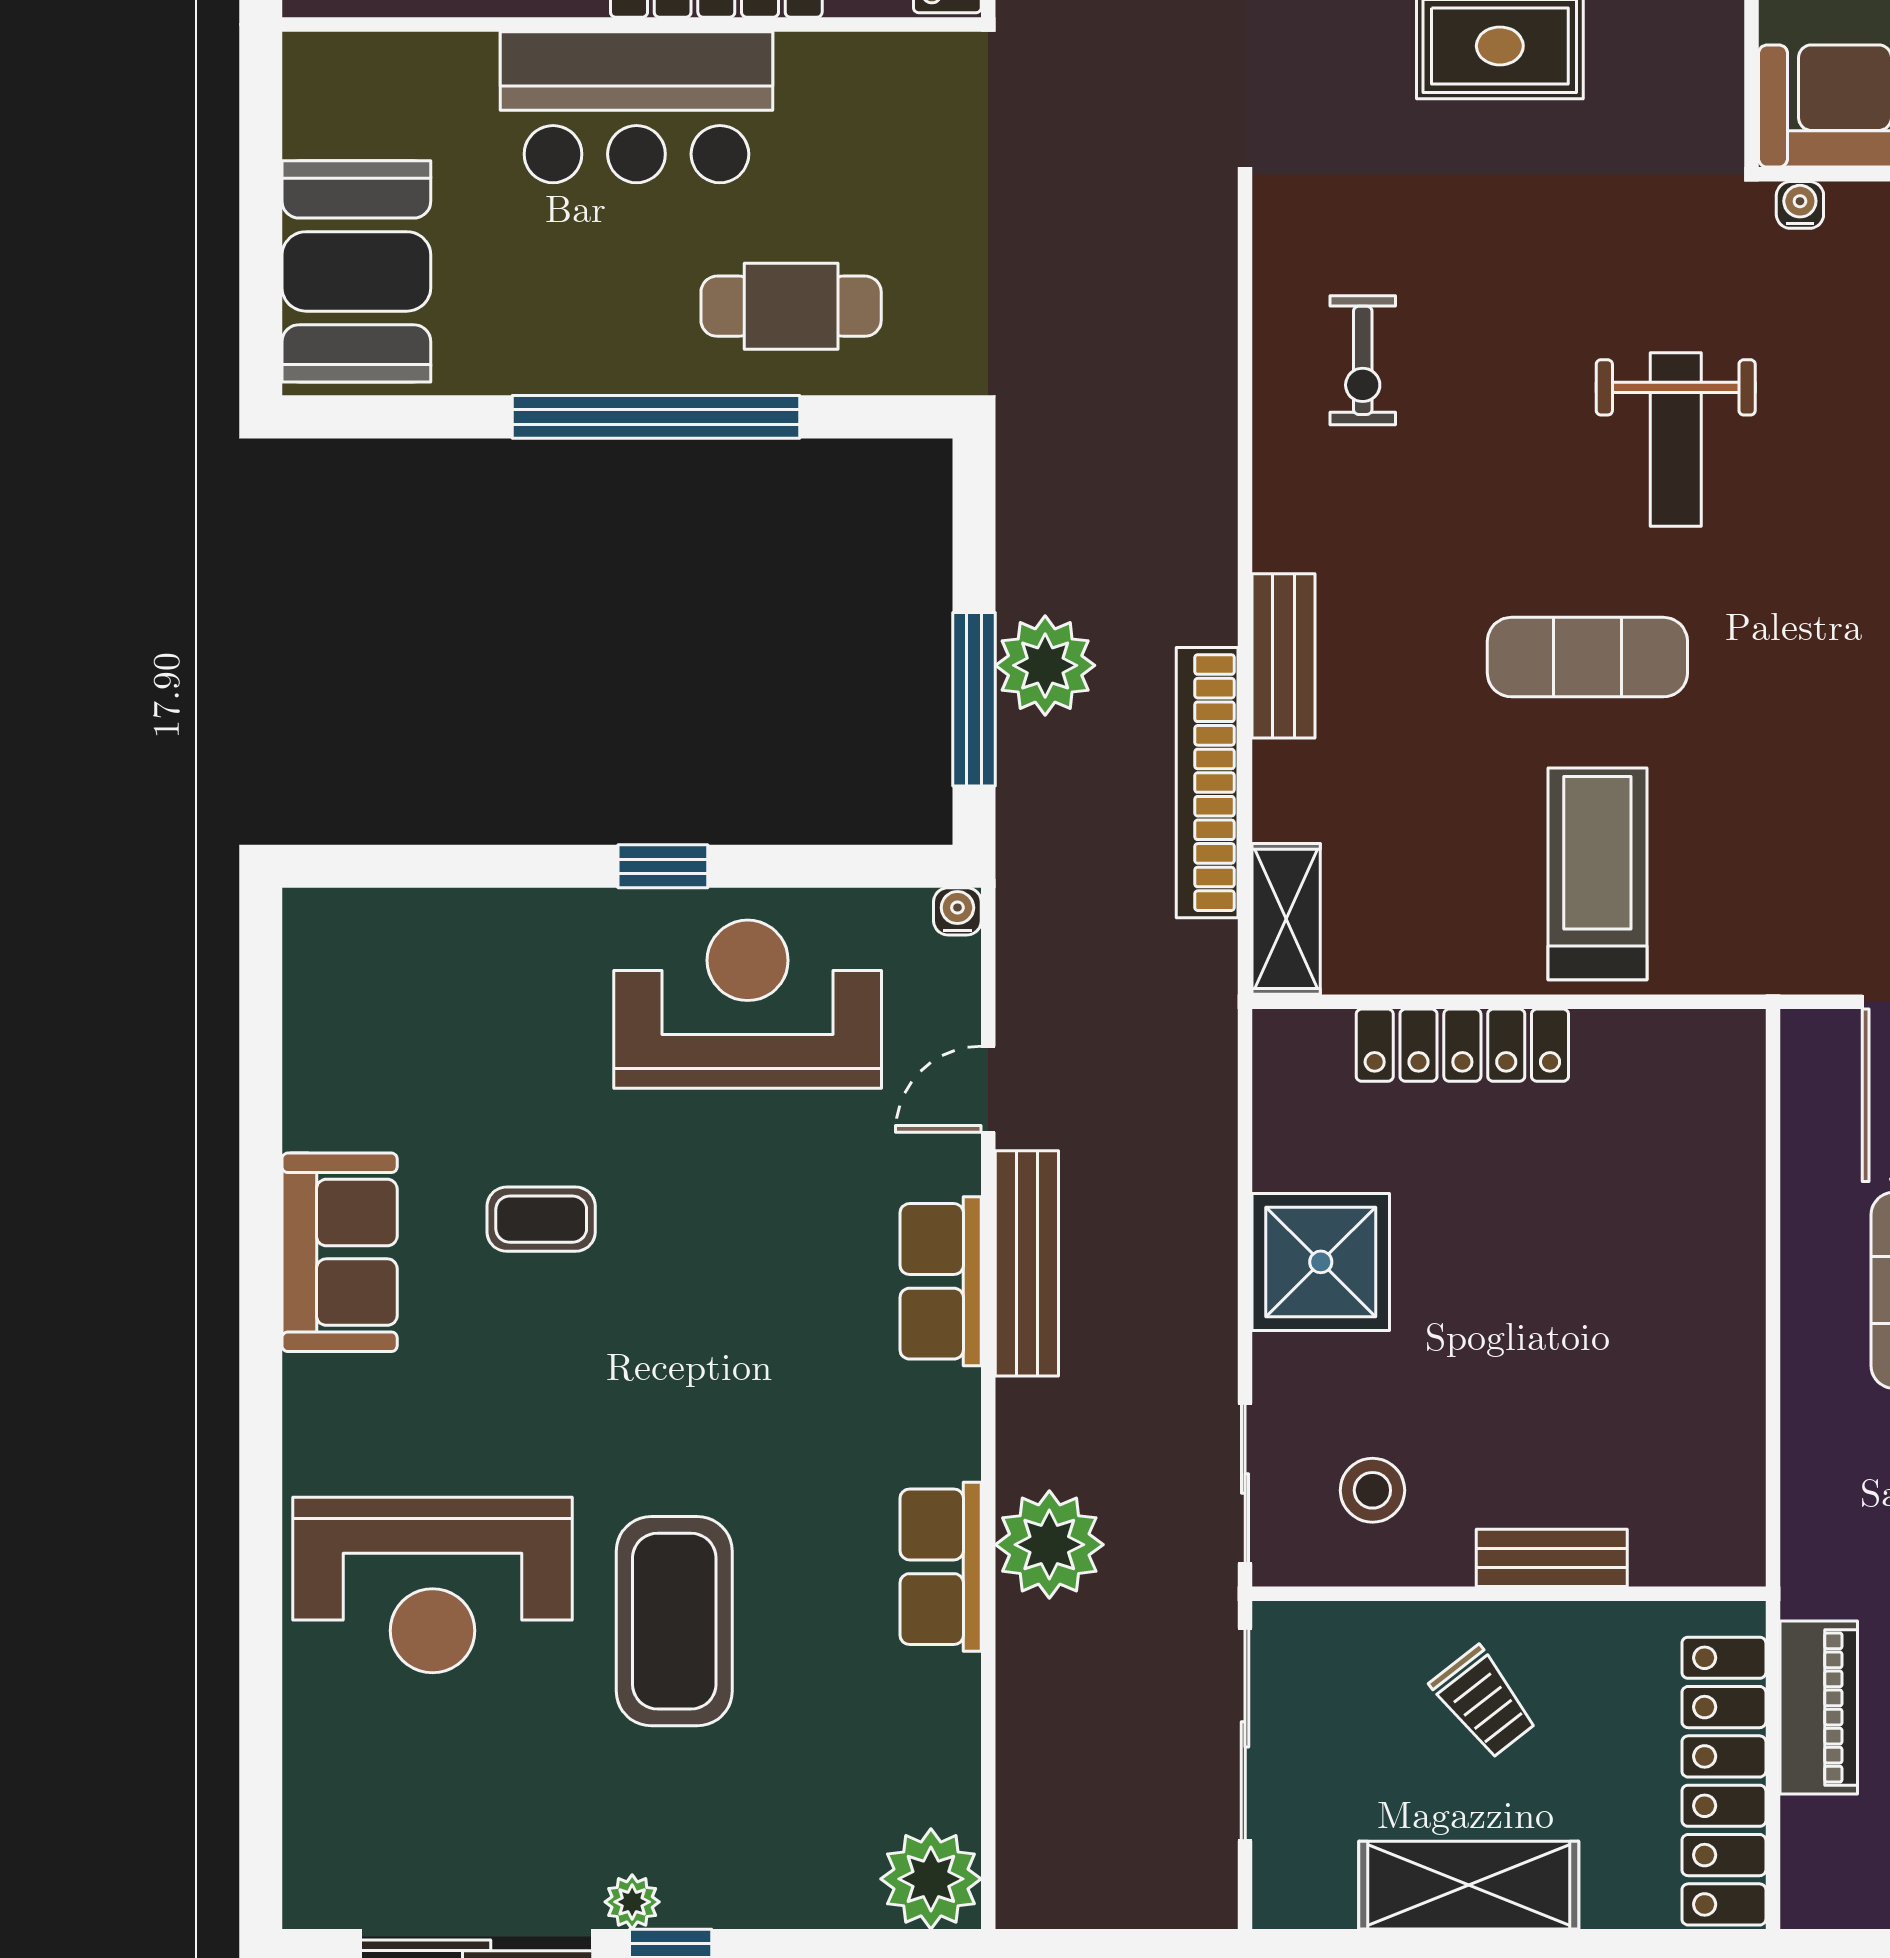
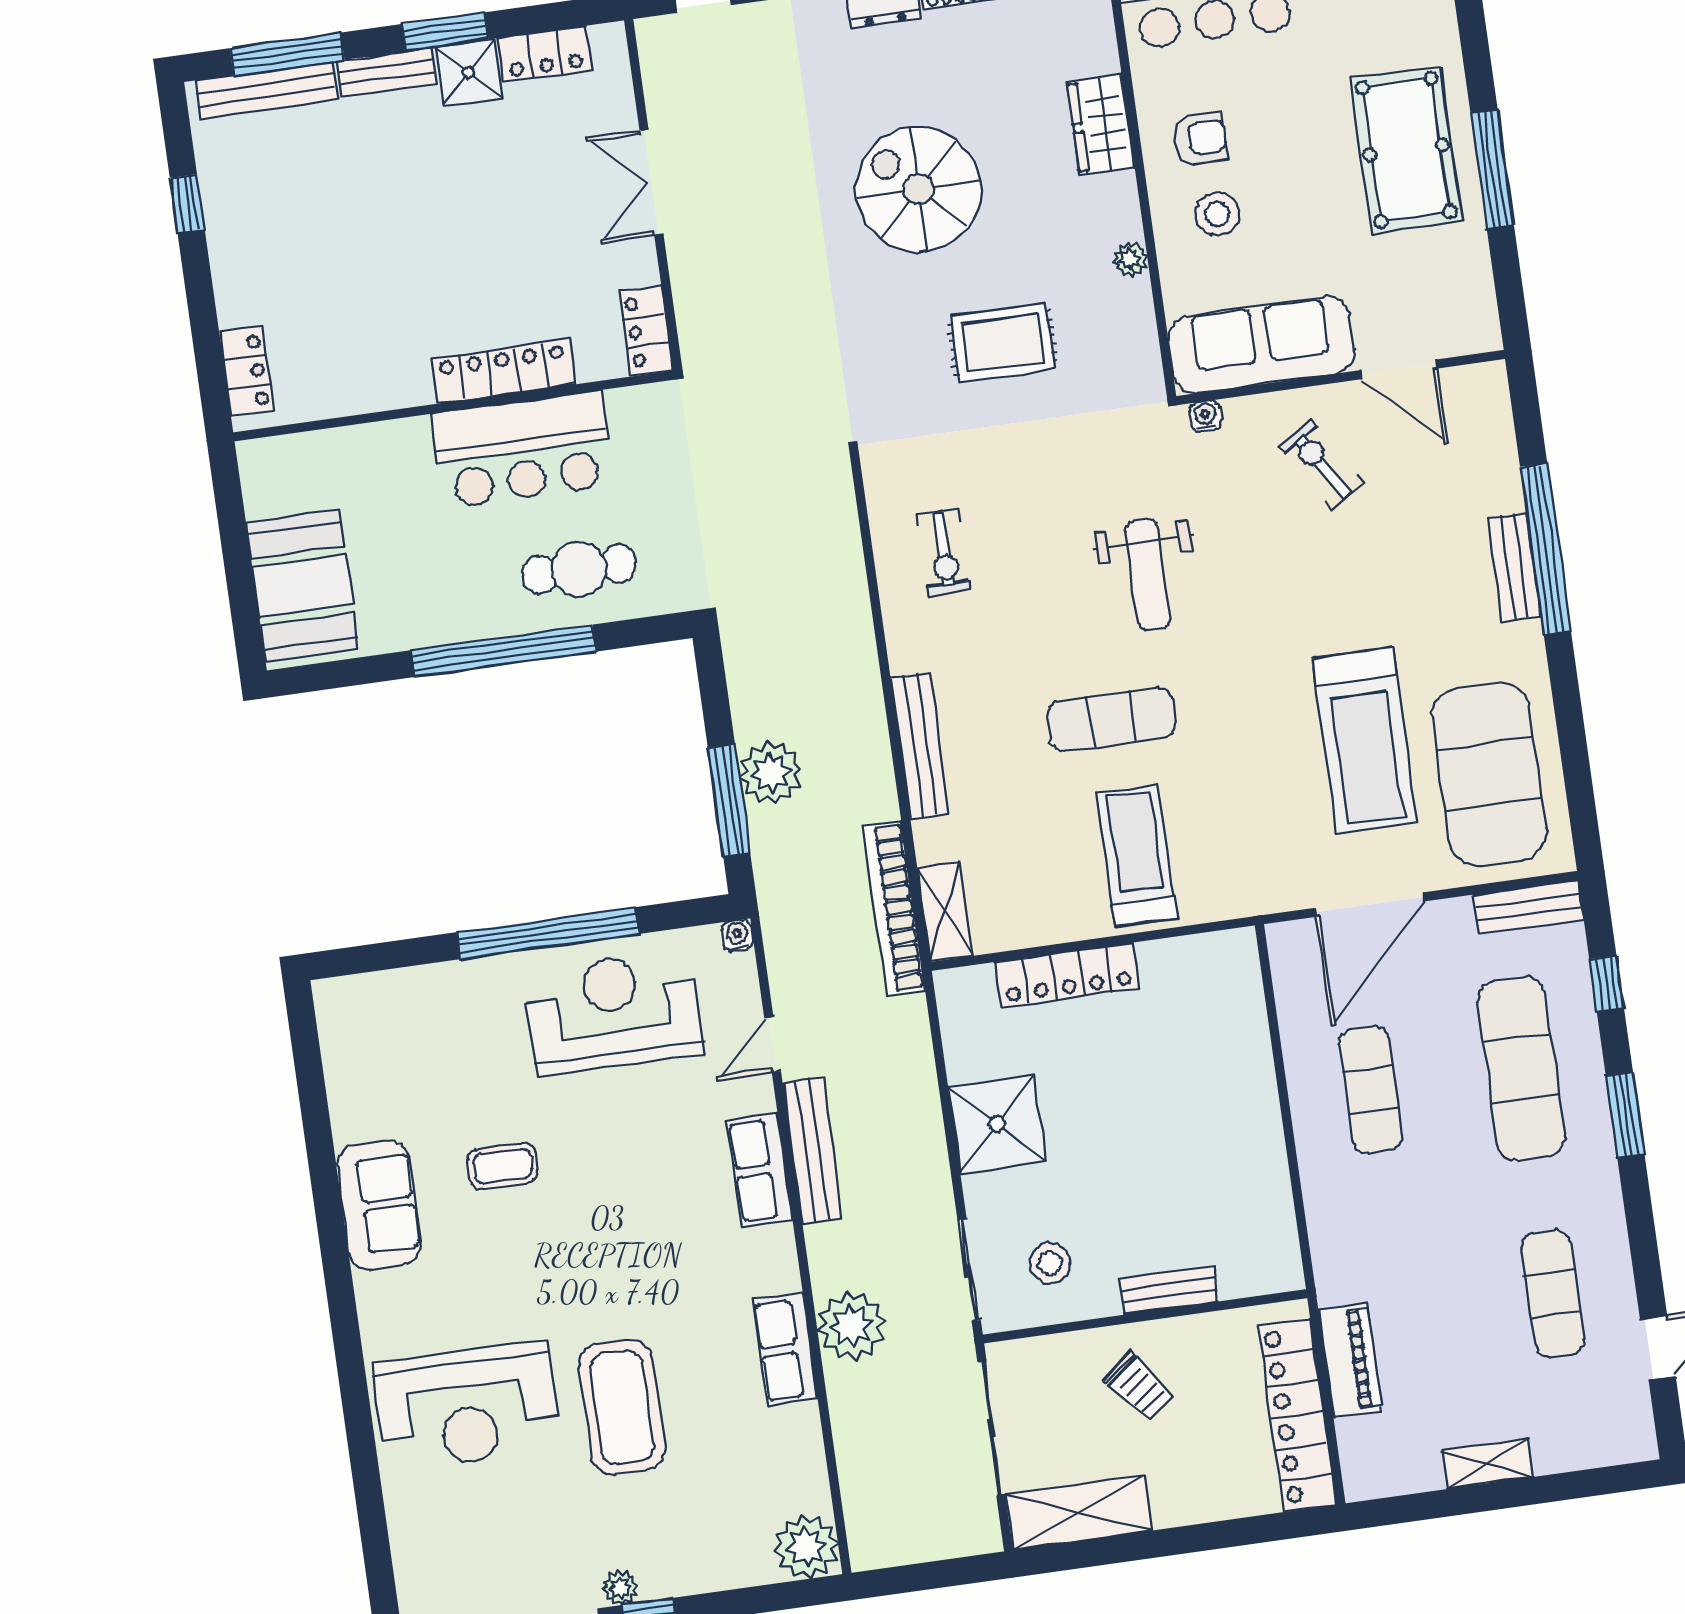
bar counter: (636, 107) -> (523, 449), moved
bench: (1284, 656) -> (920, 746), width x1.36
bookcase: (1207, 783) -> (894, 908), moved
window: (663, 866) -> (548, 933), width x3.17
shelving: (1469, 1885) -> (1078, 1513), moved

